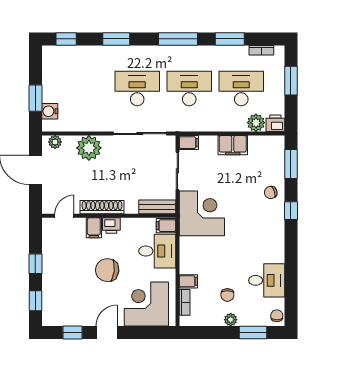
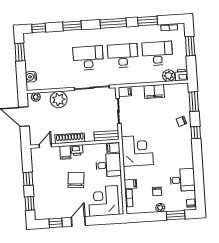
window: (35, 98) -> (20, 52), moved
corner desk: (202, 213) -> (137, 151), moved
chair: (107, 270) -> (76, 180), turned 89

